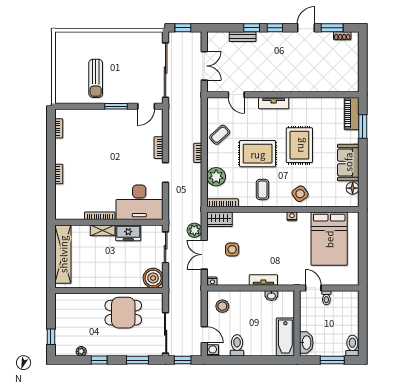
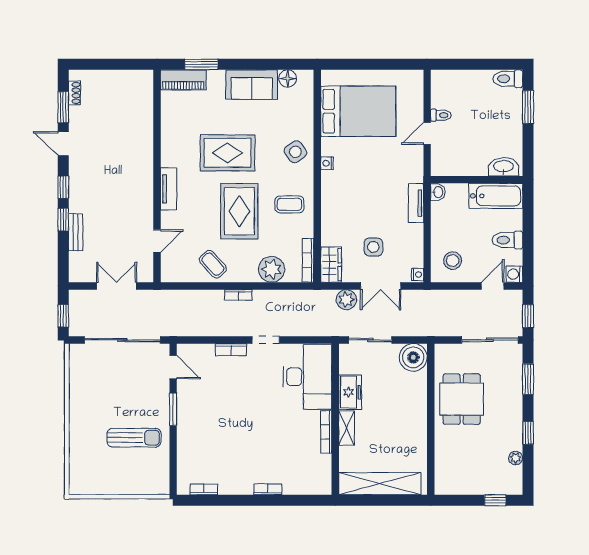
wall: (297, 323) -> (477, 180), moved
bathtub: (285, 337) -> (496, 196), moved
washbasin: (306, 343) -> (504, 167), moved

